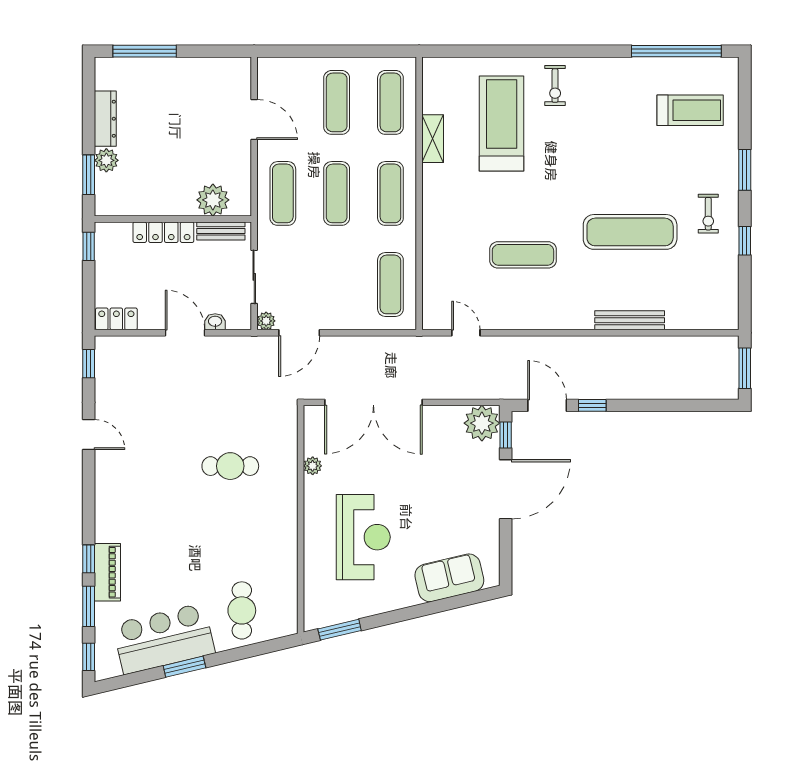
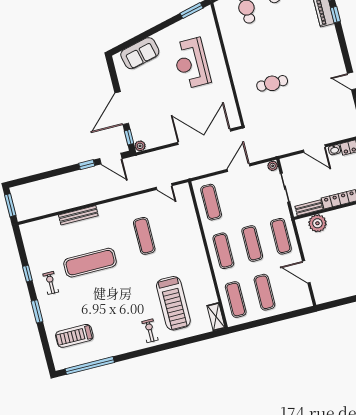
shelving: (433, 139) -> (216, 317), moved
exercise mat: (523, 255) -> (144, 236), turned 90
washbasin: (215, 322) -> (334, 150), moved
door: (299, 333) -> (239, 168), moved
plant: (482, 423) -> (140, 146), width x0.53, depth x0.53
plant: (313, 466) -> (228, 95), removed

